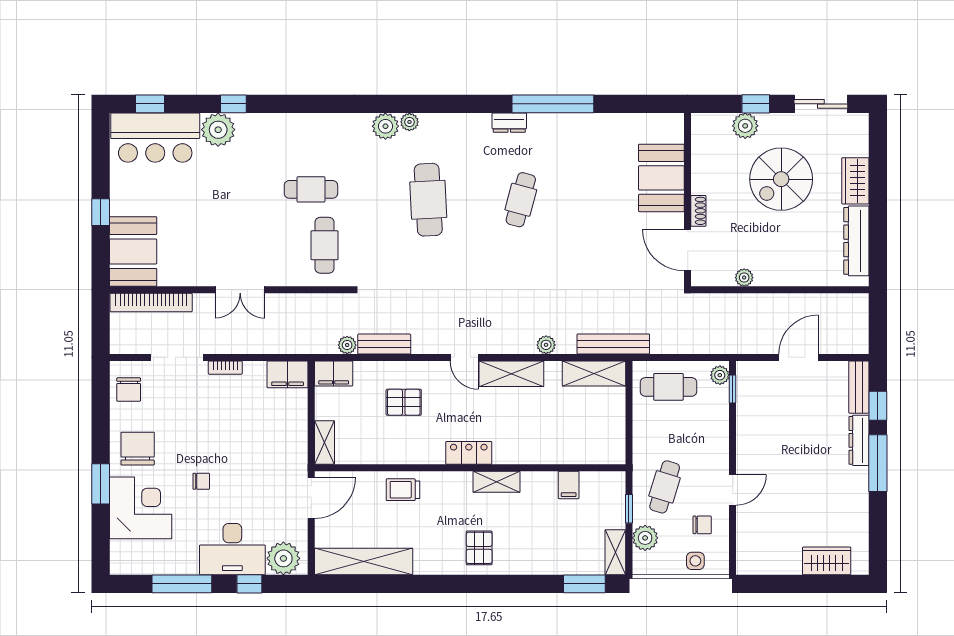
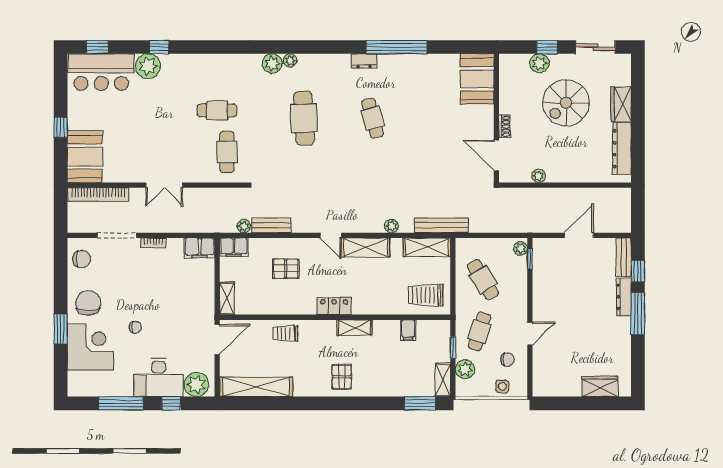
booth: (661, 178) -> (477, 79), moved
cafe table: (521, 200) -> (373, 118), turned -30
cafe table: (668, 387) -> (483, 280), moved, turned 59
chair: (129, 389) -> (82, 259), turned -90
trolley: (592, 438) -> (426, 295), added

